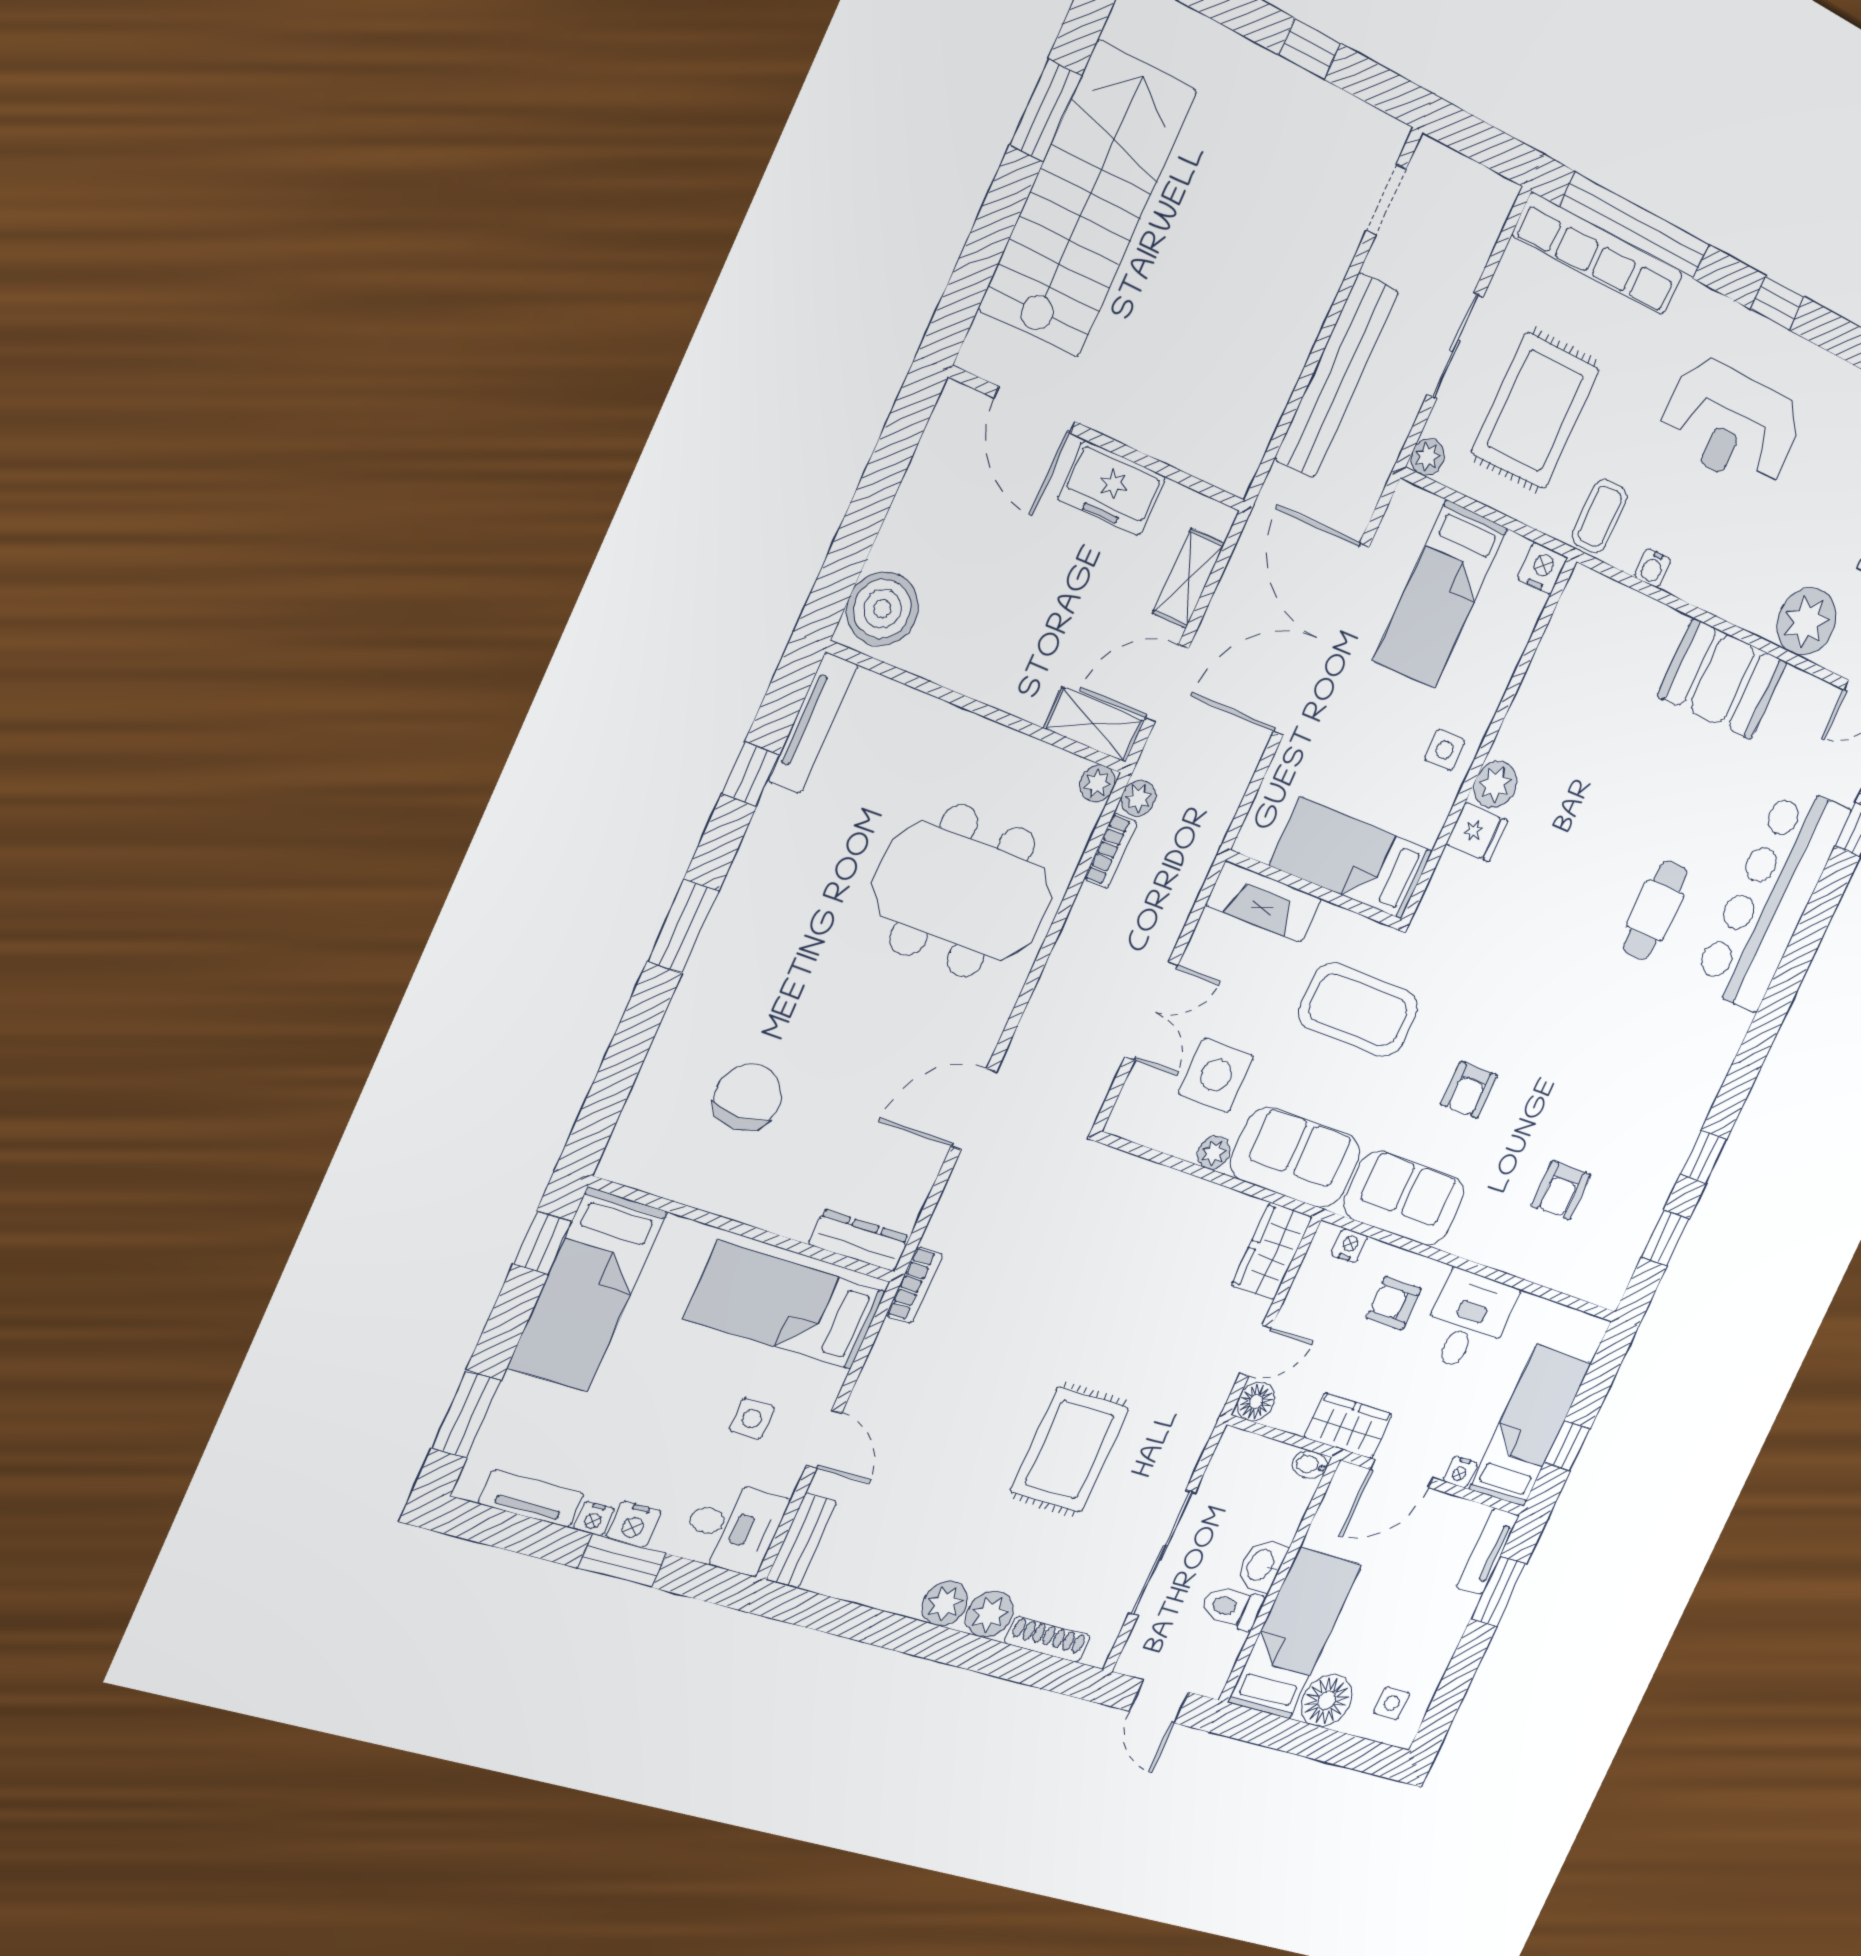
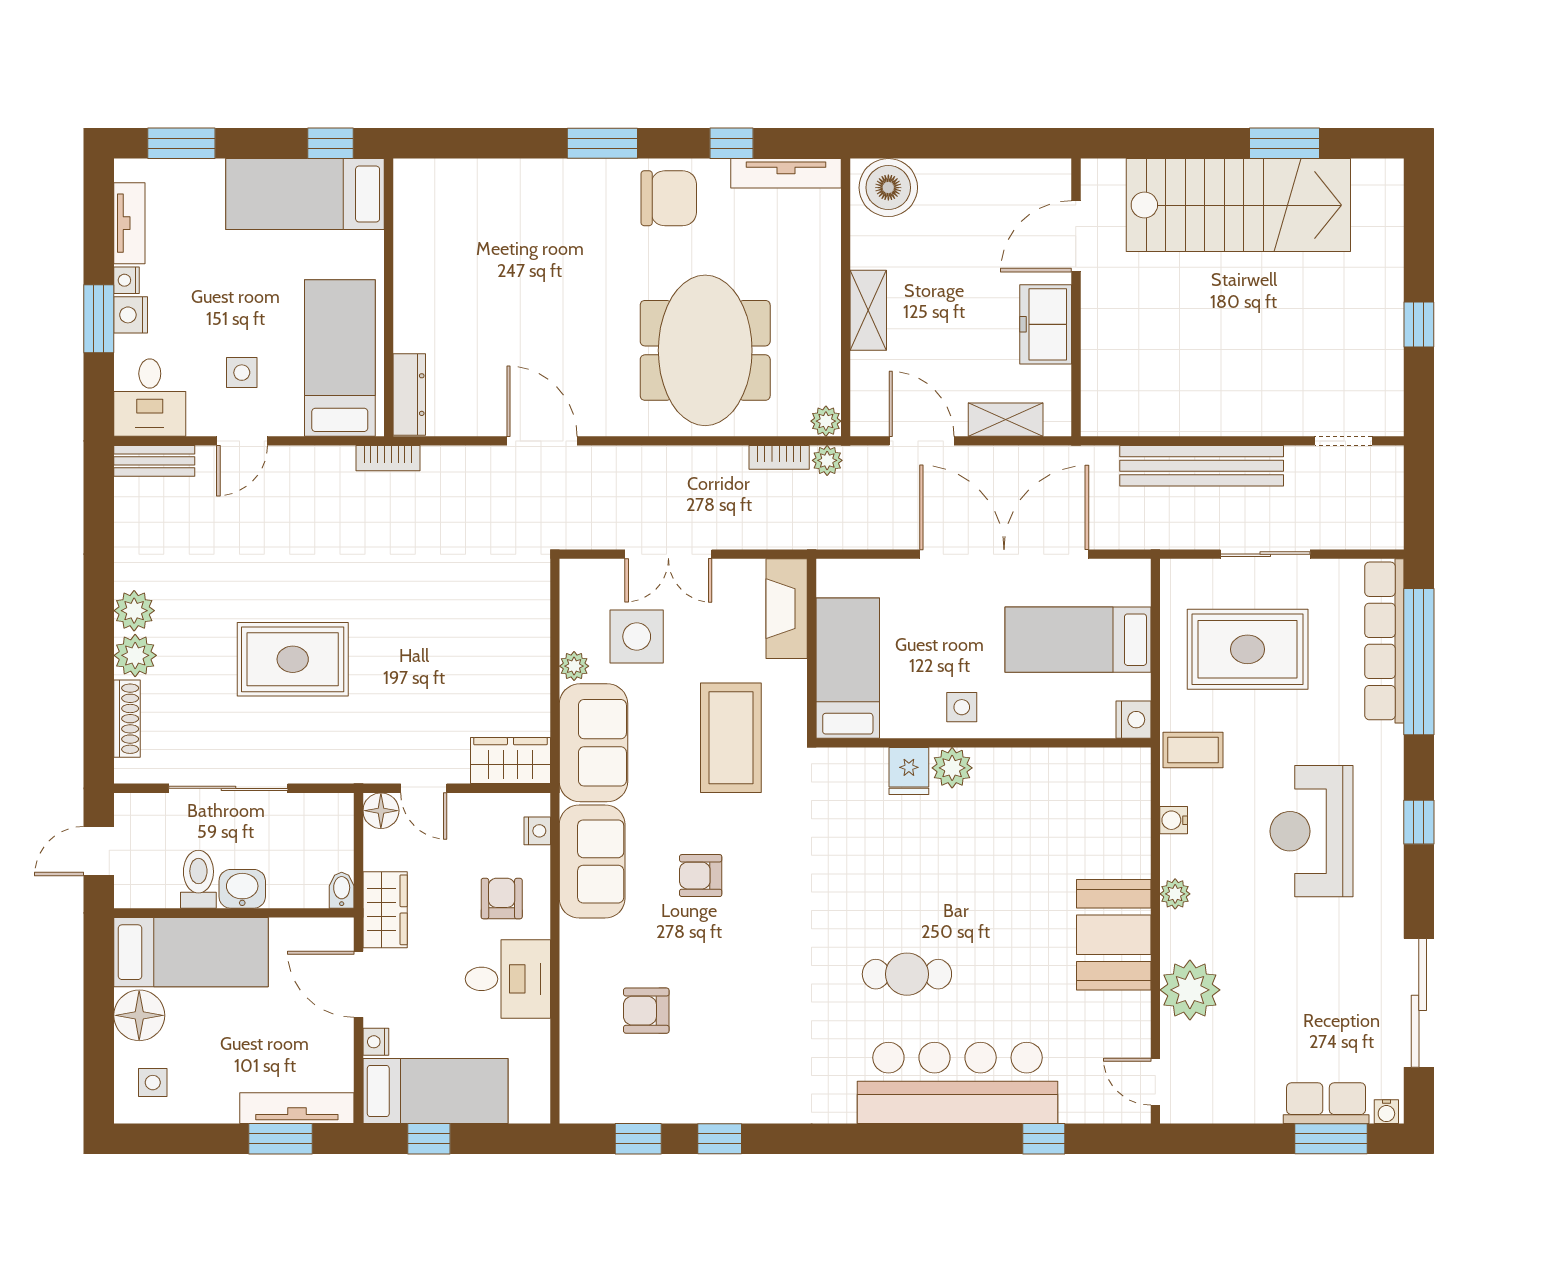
plant: (1428, 457) -> (1175, 894), moved
shelving: (1094, 725) -> (868, 310), moved
chair: (748, 1097) -> (669, 198), moved
tv unit: (1488, 1551) -> (297, 1108), width x1.41

